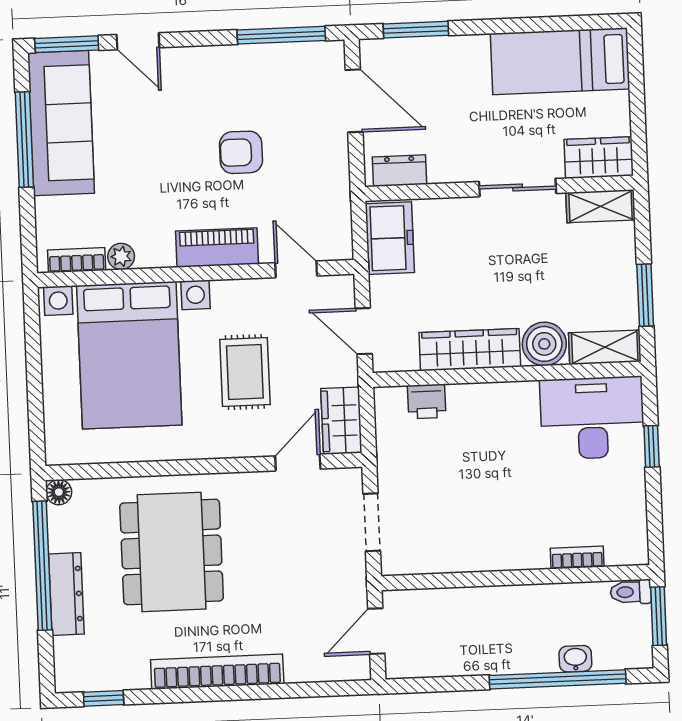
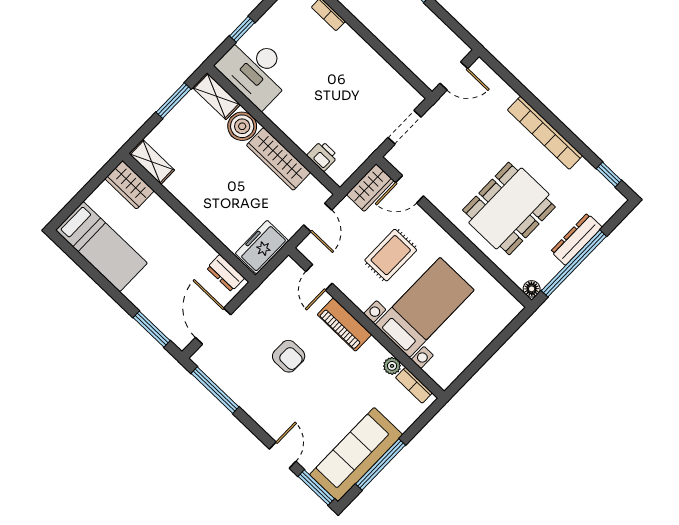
sliding door: (518, 188) -> (180, 210), removed
bed with nightstands: (129, 355) -> (425, 307), width x0.73

